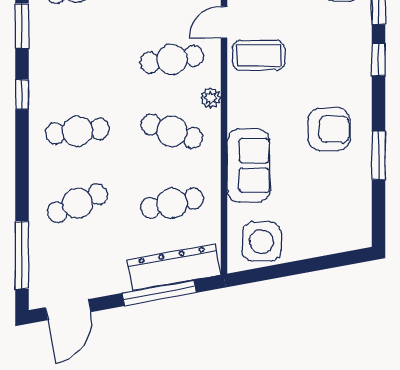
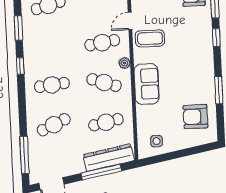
armchair: (329, 129) -> (195, 117), moved, turned 180
sofa: (249, 165) -> (147, 84), moved
side table: (262, 242) -> (157, 141), width x0.54, depth x0.54

